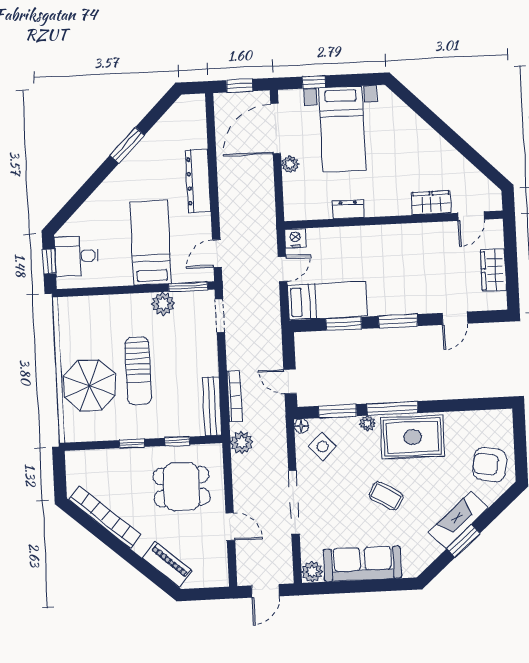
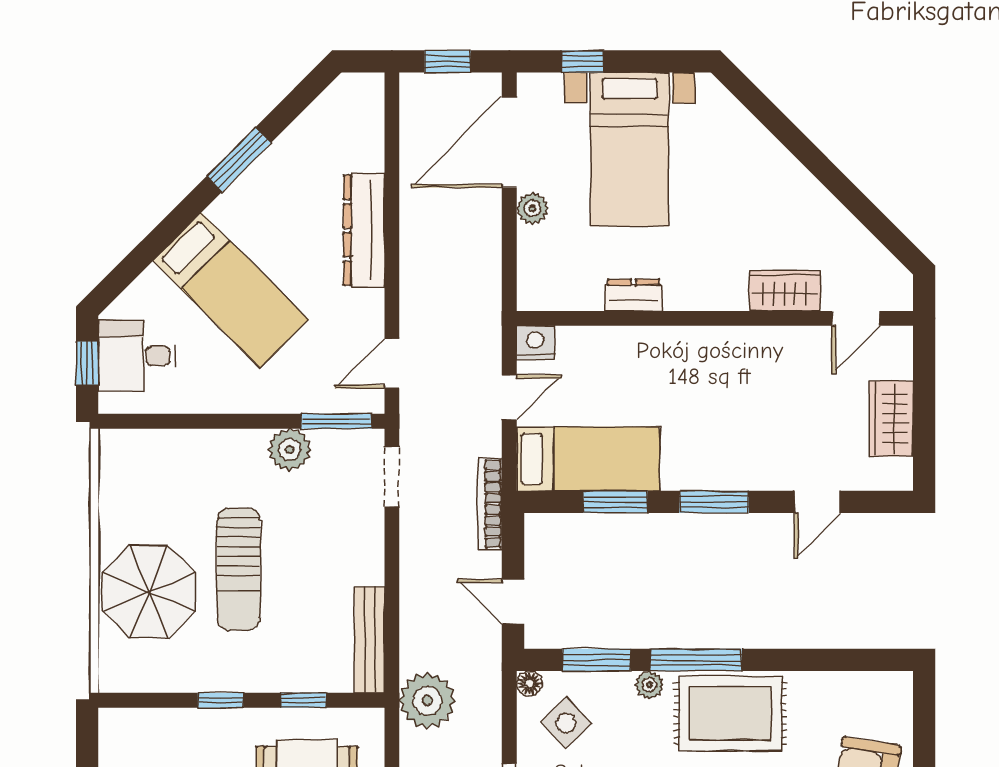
bed: (151, 243) -> (231, 290), moved, turned 135
bookcase: (235, 396) -> (490, 504), moved, turned 180
plant: (242, 442) -> (427, 700), width x1.36, depth x1.36

